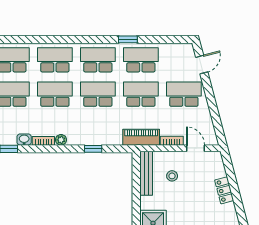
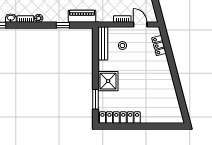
piano: (141, 137) -> (82, 16), moved
locker: (224, 190) -> (159, 46), moved

